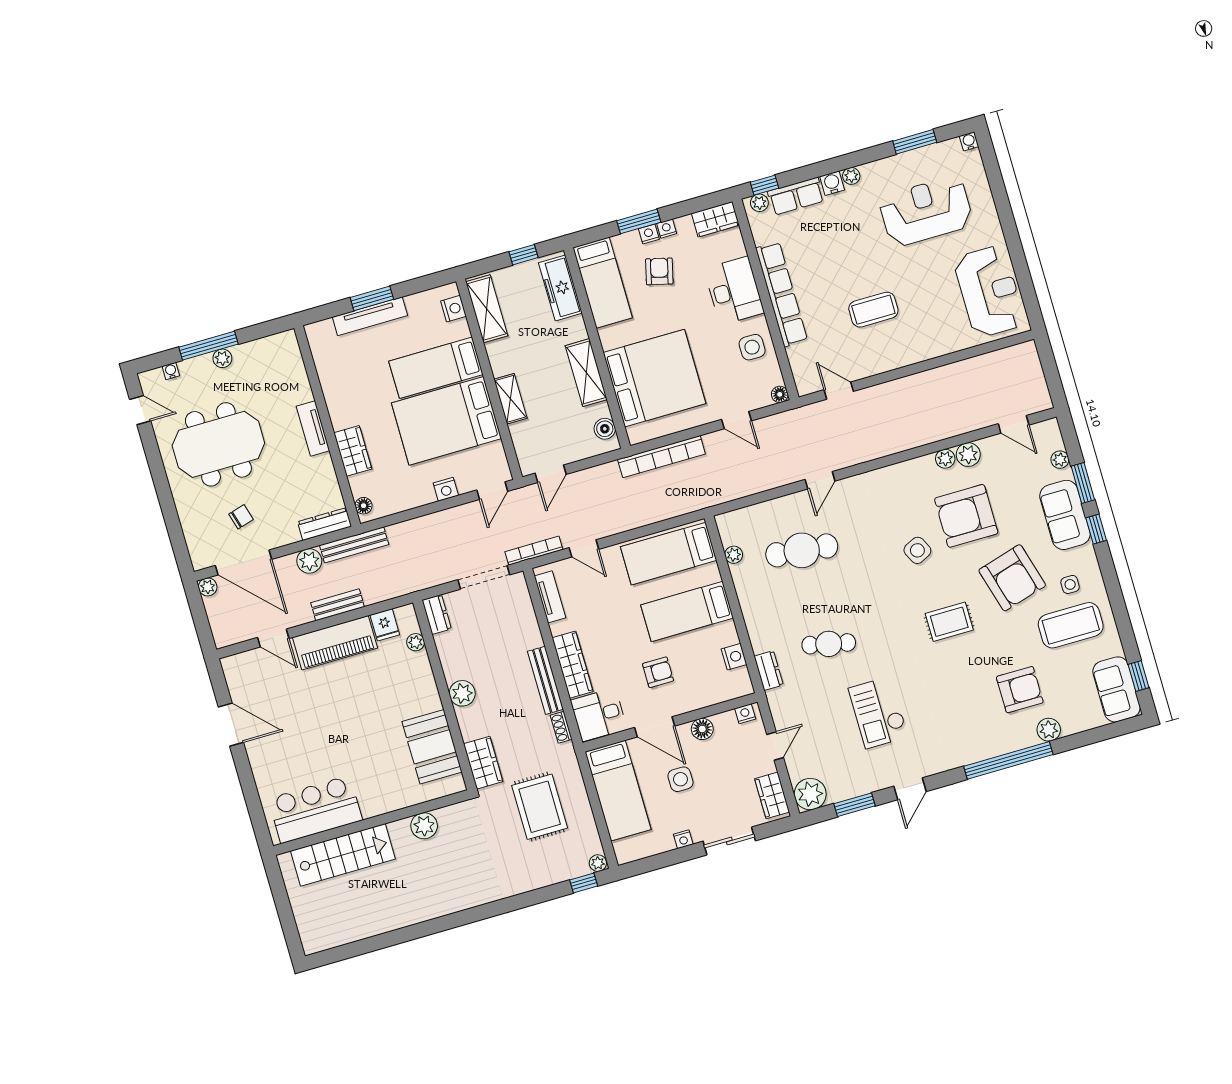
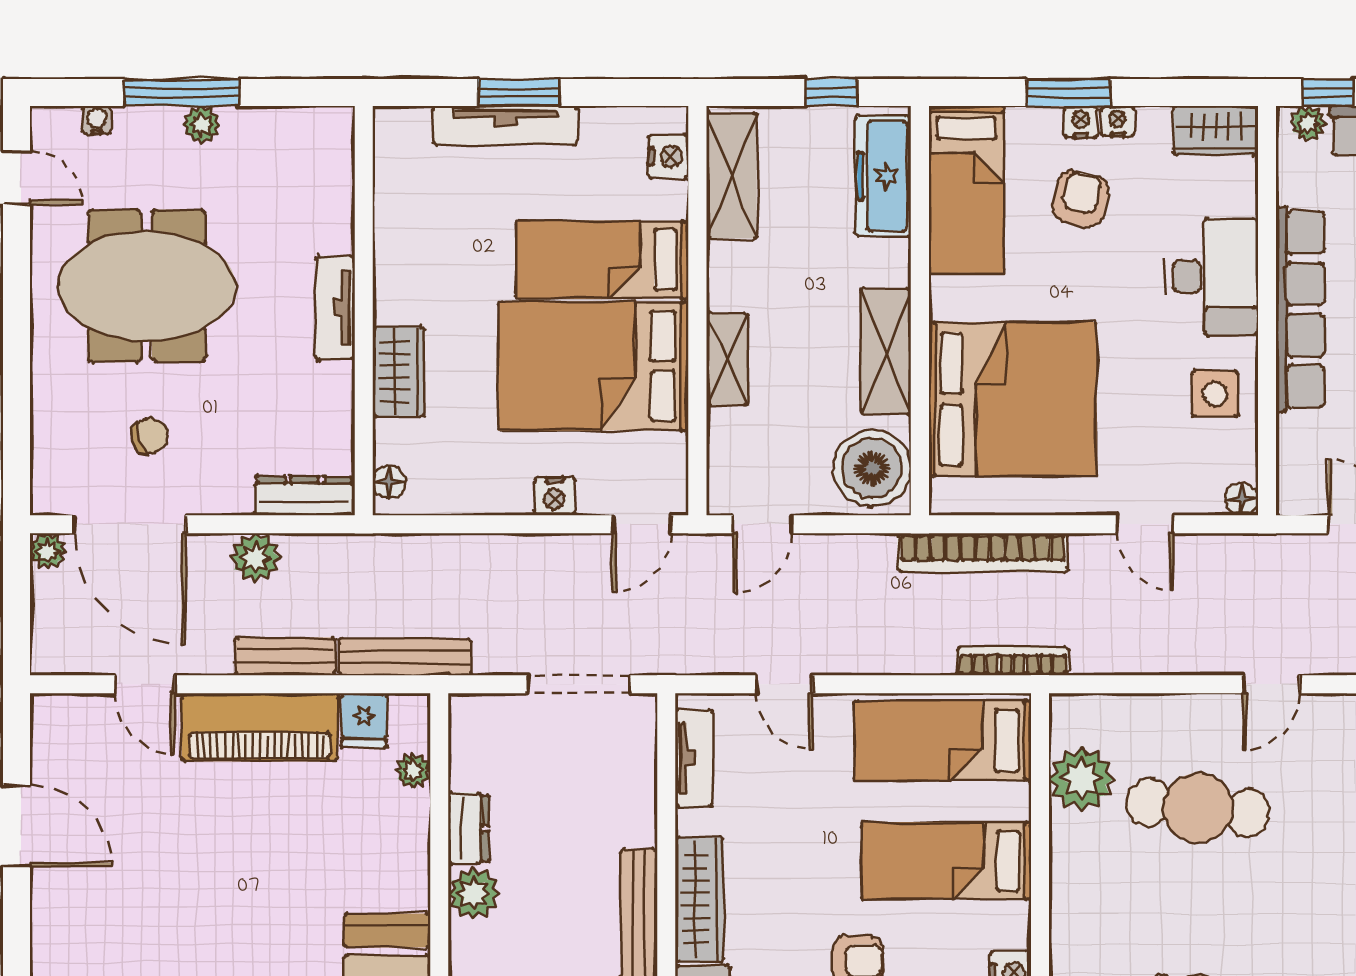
boiler: (605, 429) -> (872, 468), width x1.86, depth x1.86
bench: (354, 545) -> (405, 657), moved
bookcase: (534, 551) -> (1013, 661), moved
plant: (734, 555) -> (1081, 779), width x1.87, depth x1.87
dresser: (437, 614) -> (468, 828), moved

